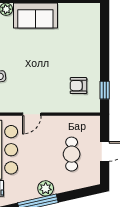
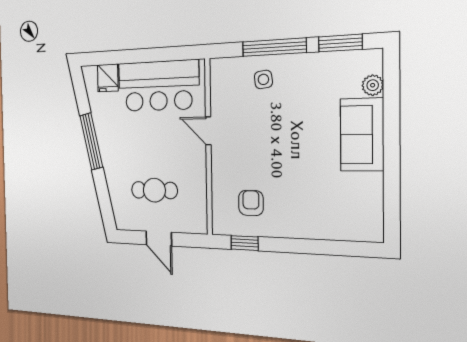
plant: (46, 188) -> (109, 152), removed

